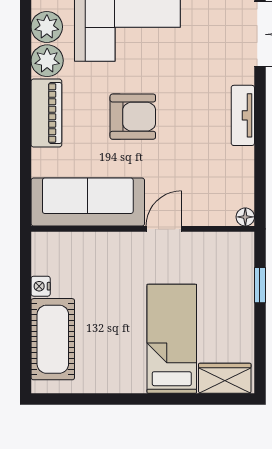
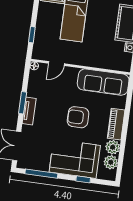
window: (260, 132) -> (23, 103), added
door: (164, 229) -> (56, 63), moved

